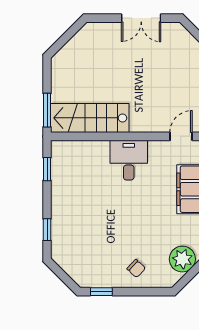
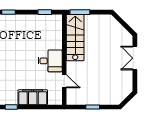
double door: (141, 18) -> (135, 58), moved
door: (181, 136) -> (64, 81), moved

